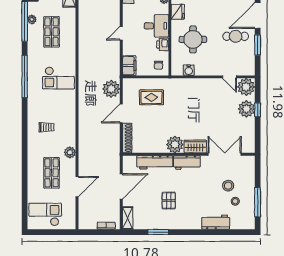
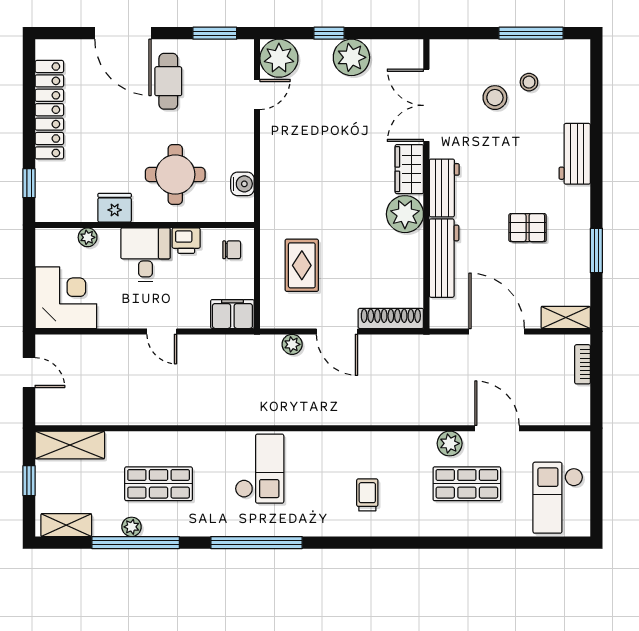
window: (258, 45) -> (215, 33), moved
plant: (111, 89) -> (292, 344), width x0.53, depth x0.53
plant: (247, 109) -> (351, 57), moved
plant: (70, 152) -> (450, 443), moved
workbench: (216, 222) -> (575, 154), moved

